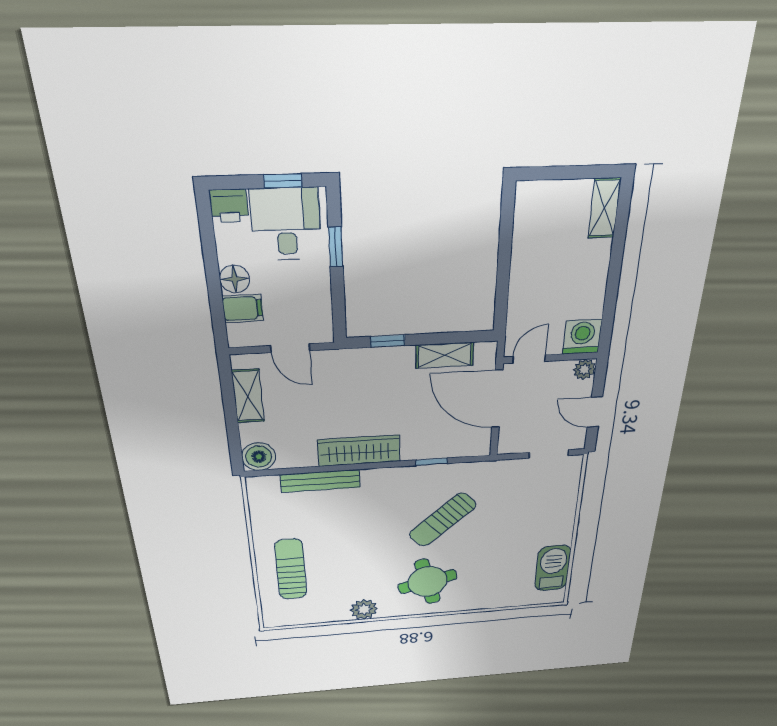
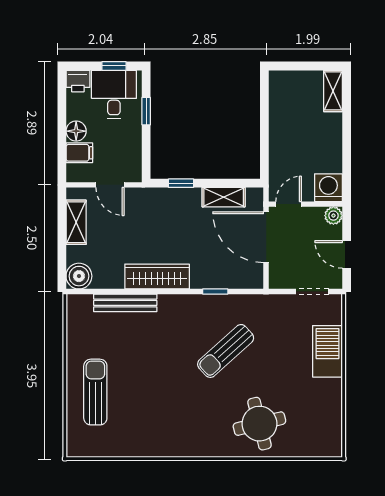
barbecue: (553, 568) -> (327, 351), moved
round table: (428, 582) -> (259, 424), moved
plant: (364, 609) -> (156, 445), removed

